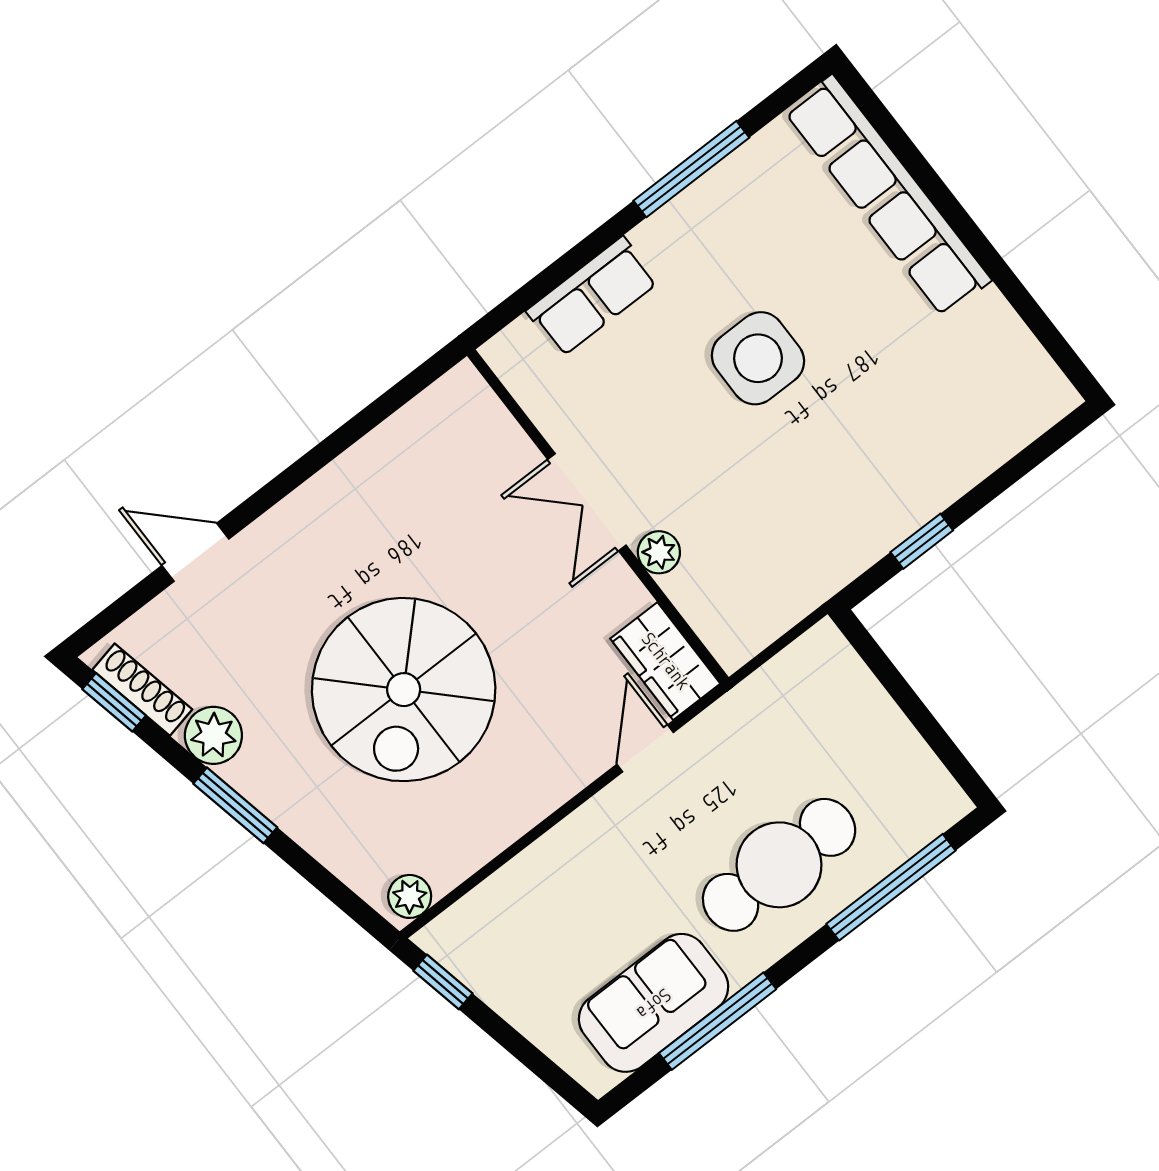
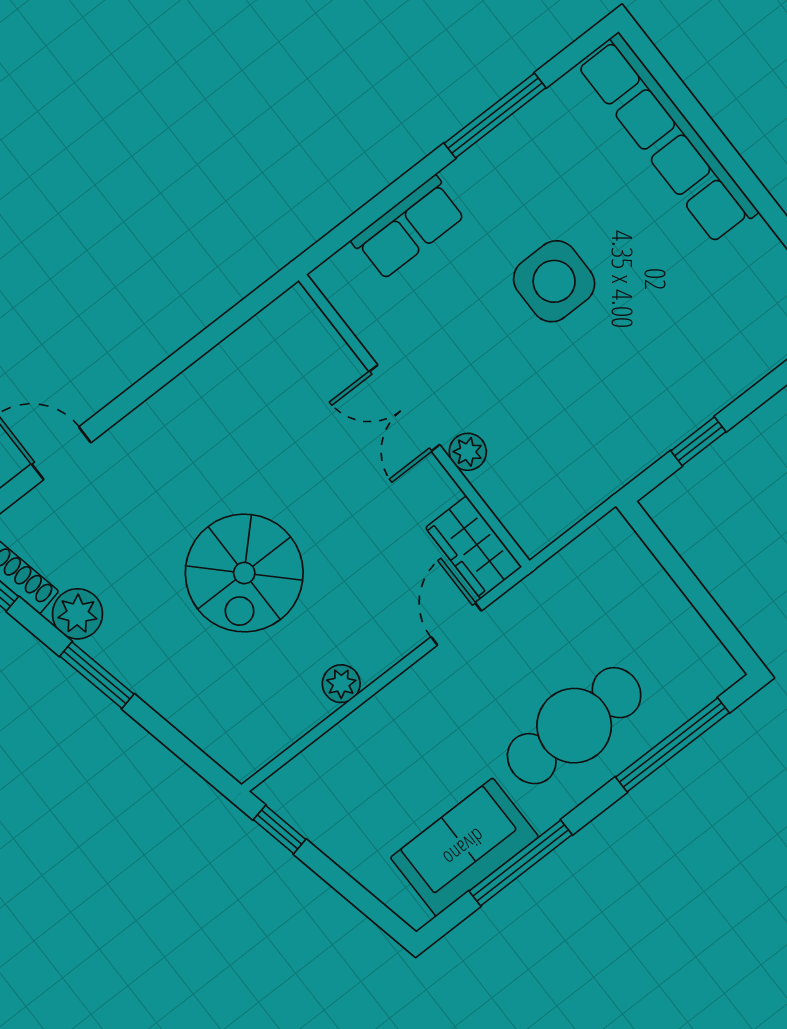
spiral stairs: (404, 690) -> (244, 573), width x0.73, depth x0.73
plant: (410, 896) -> (341, 684), moved

